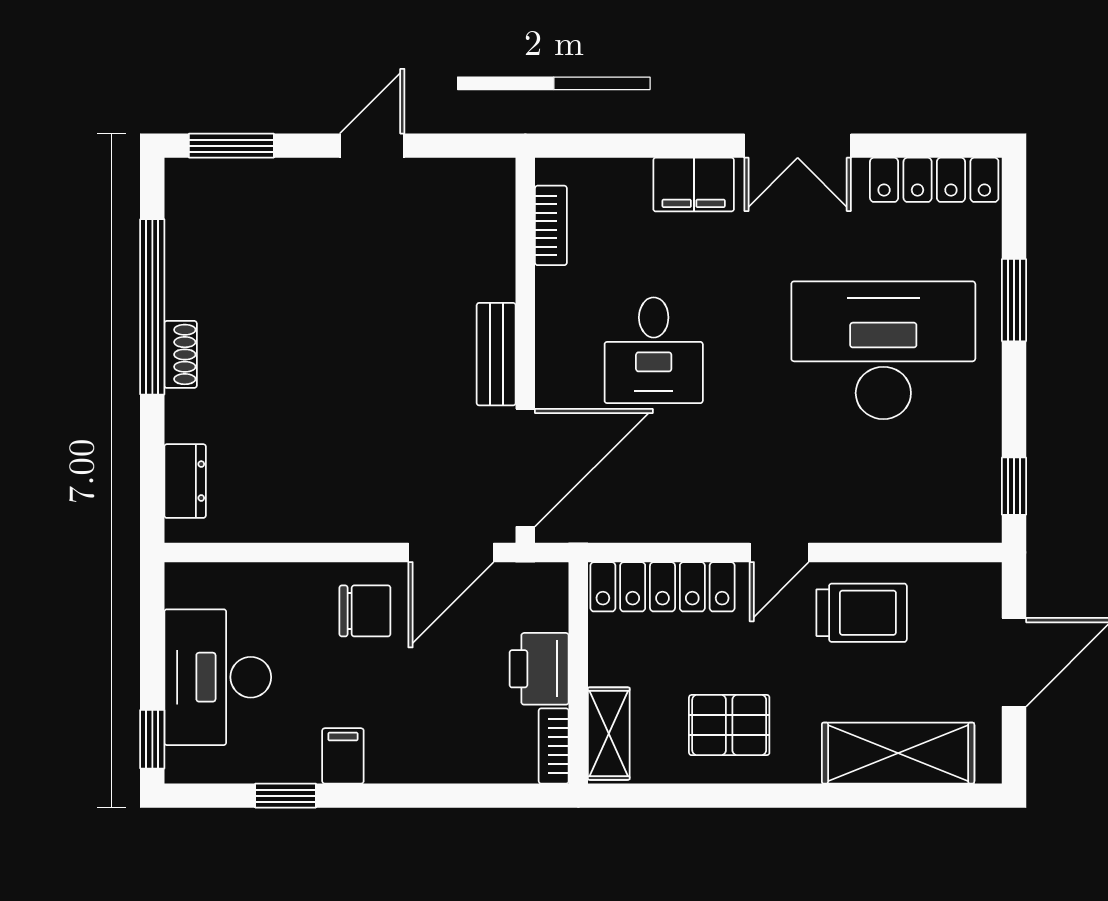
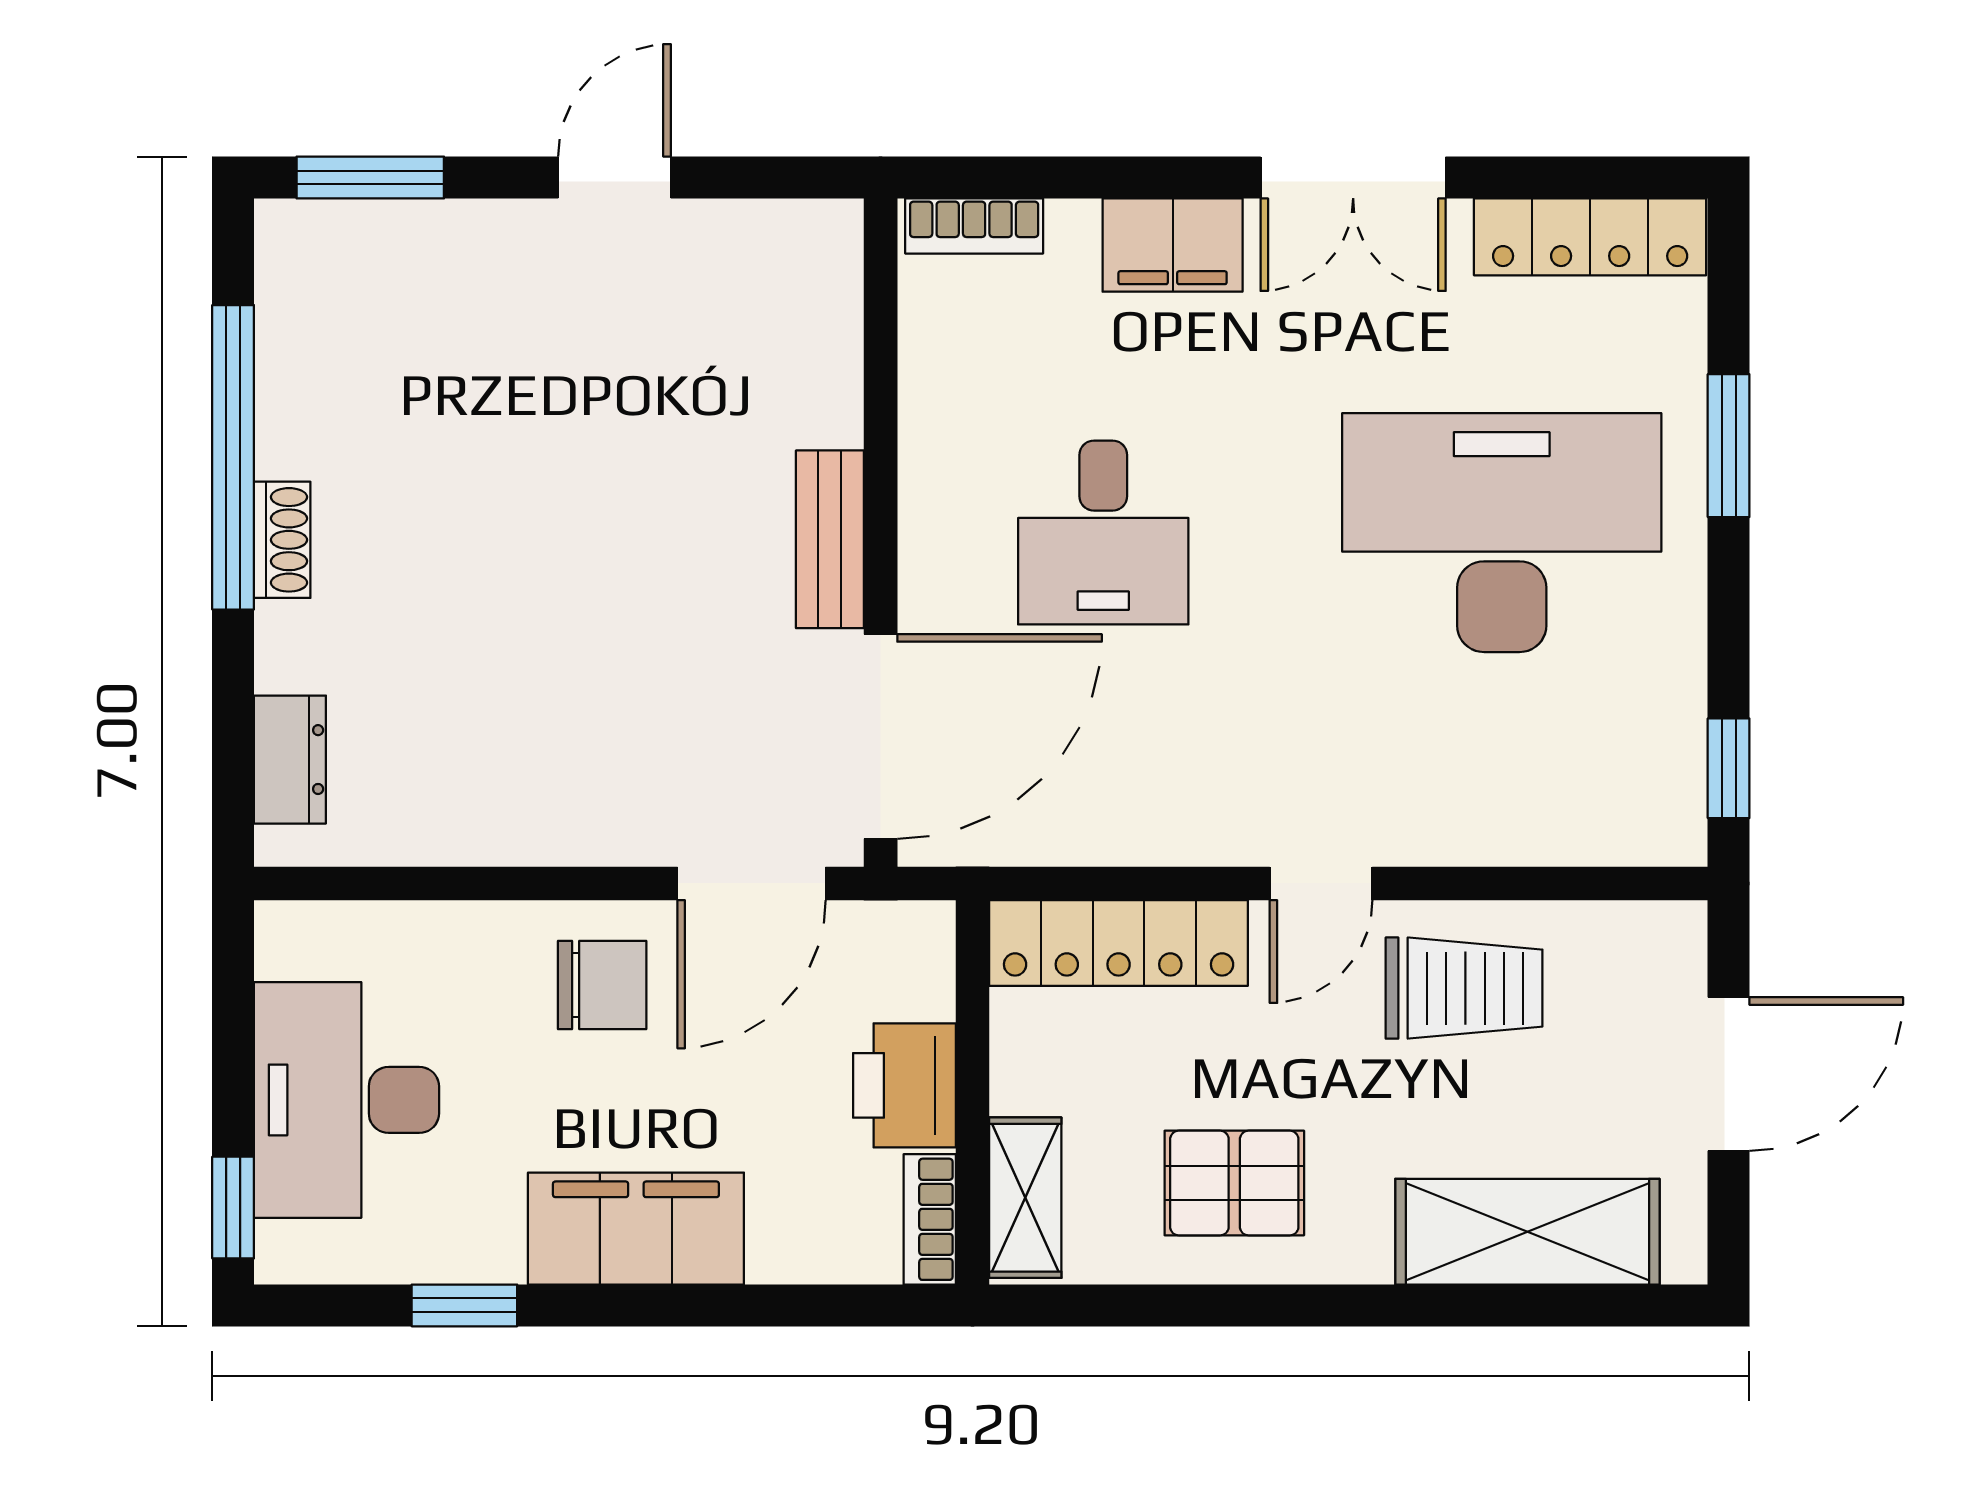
bookcase: (551, 225) -> (974, 226), moved, turned 90
filing cabinet: (343, 756) -> (636, 1229), width x3.00, depth x1.17

